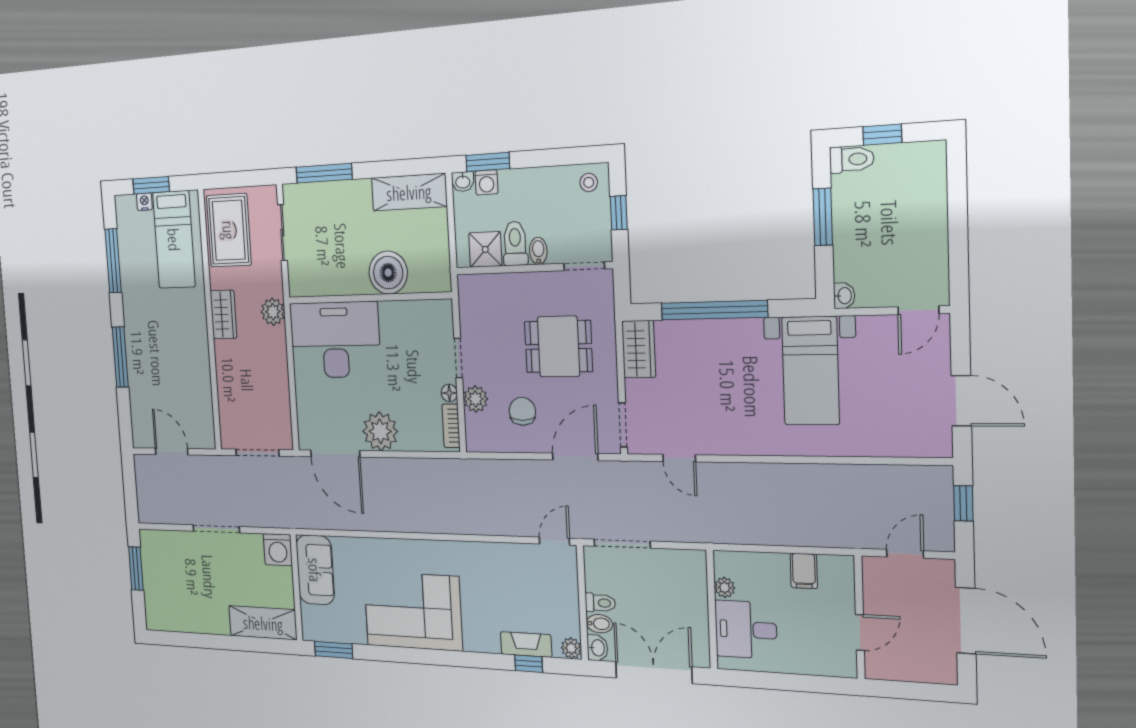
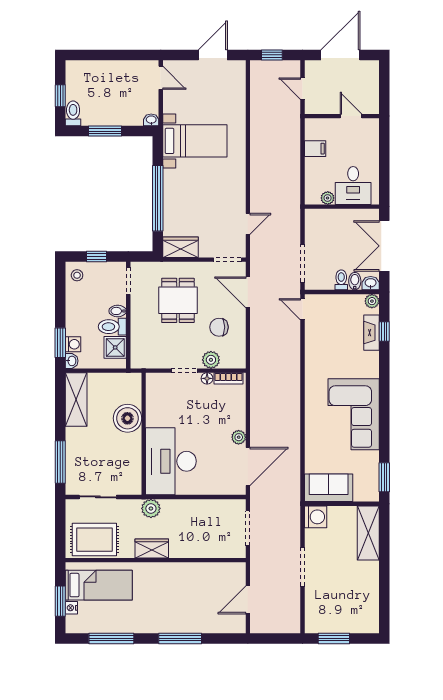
plant: (380, 431) -> (239, 437), width x0.53, depth x0.53

